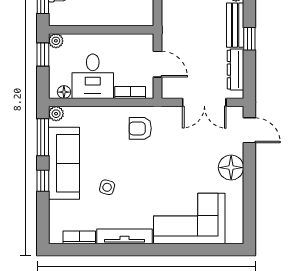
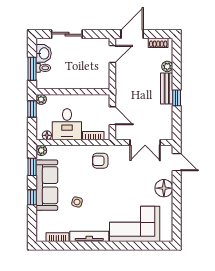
dresser: (236, 70) -> (167, 120), removed
window: (43, 137) -> (32, 167), width x0.67

